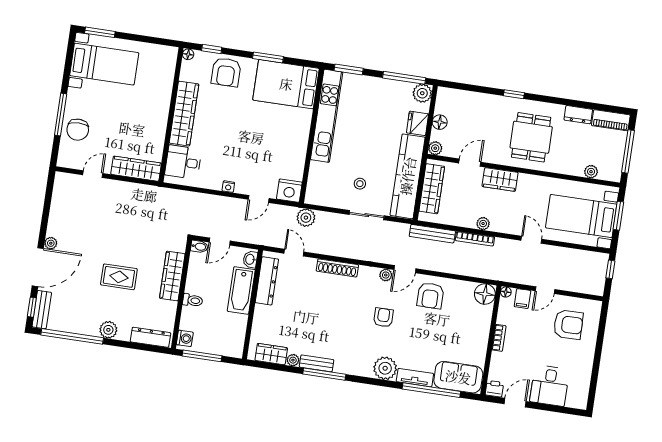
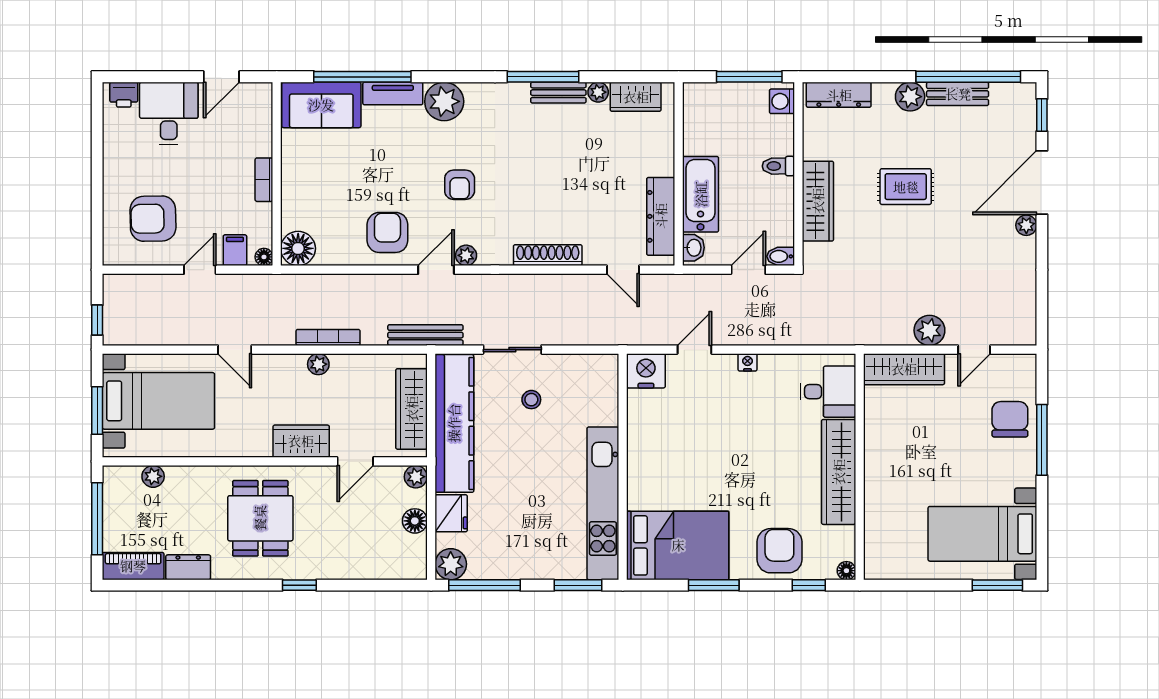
plant: (306, 218) -> (929, 330), moved
bench: (432, 234) -> (425, 335), moved
bench: (42, 310) -> (958, 94), moved, turned 90
printer: (494, 389) -> (124, 95), moved

